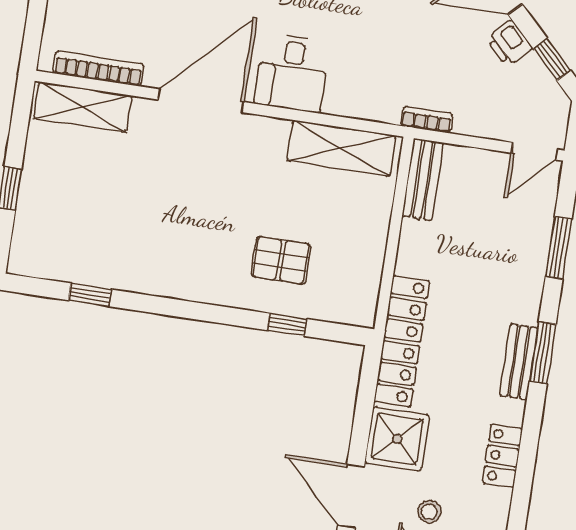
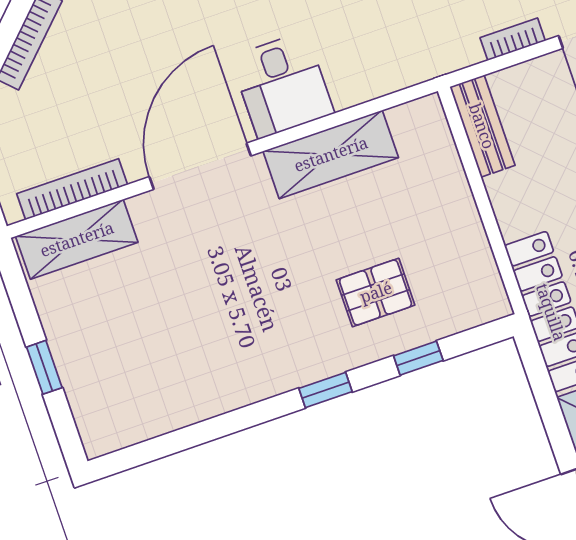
bookcase: (427, 120) -> (513, 39), moved
shelving: (341, 148) -> (331, 154), moved
window: (90, 295) -> (326, 390), moved

